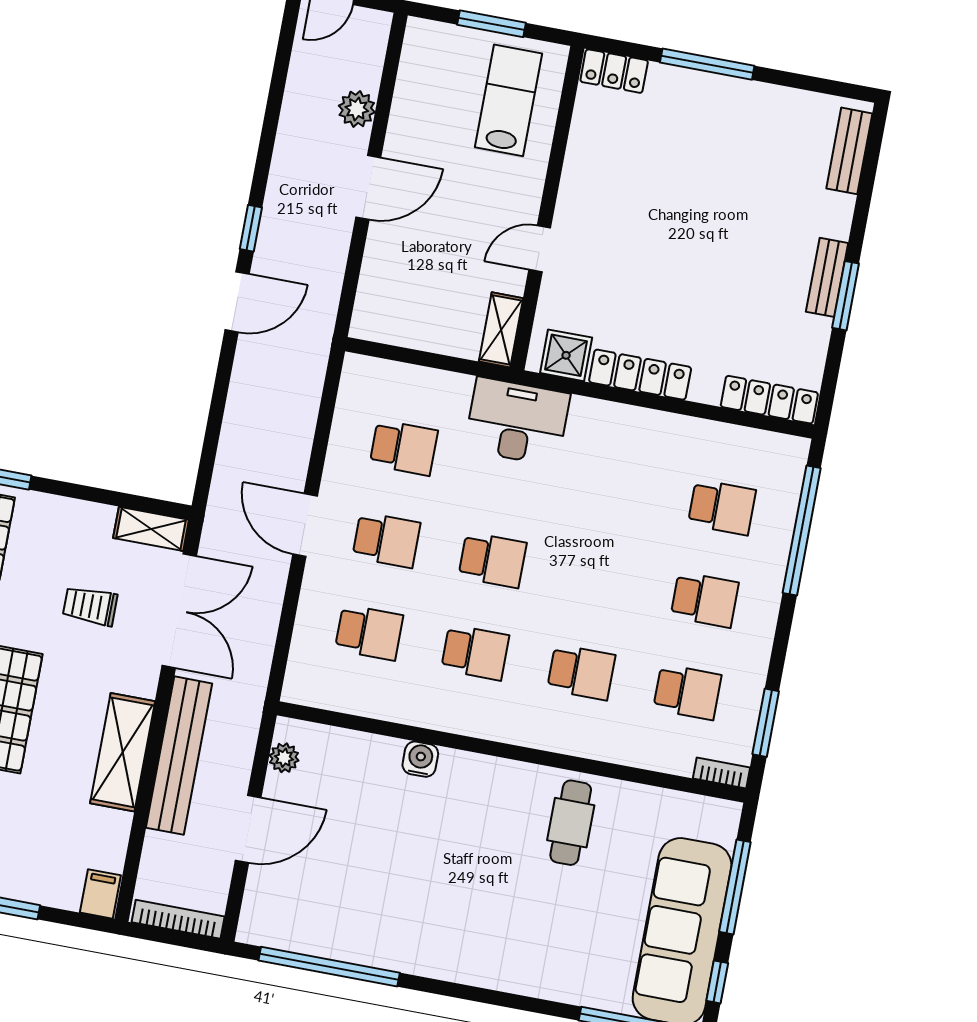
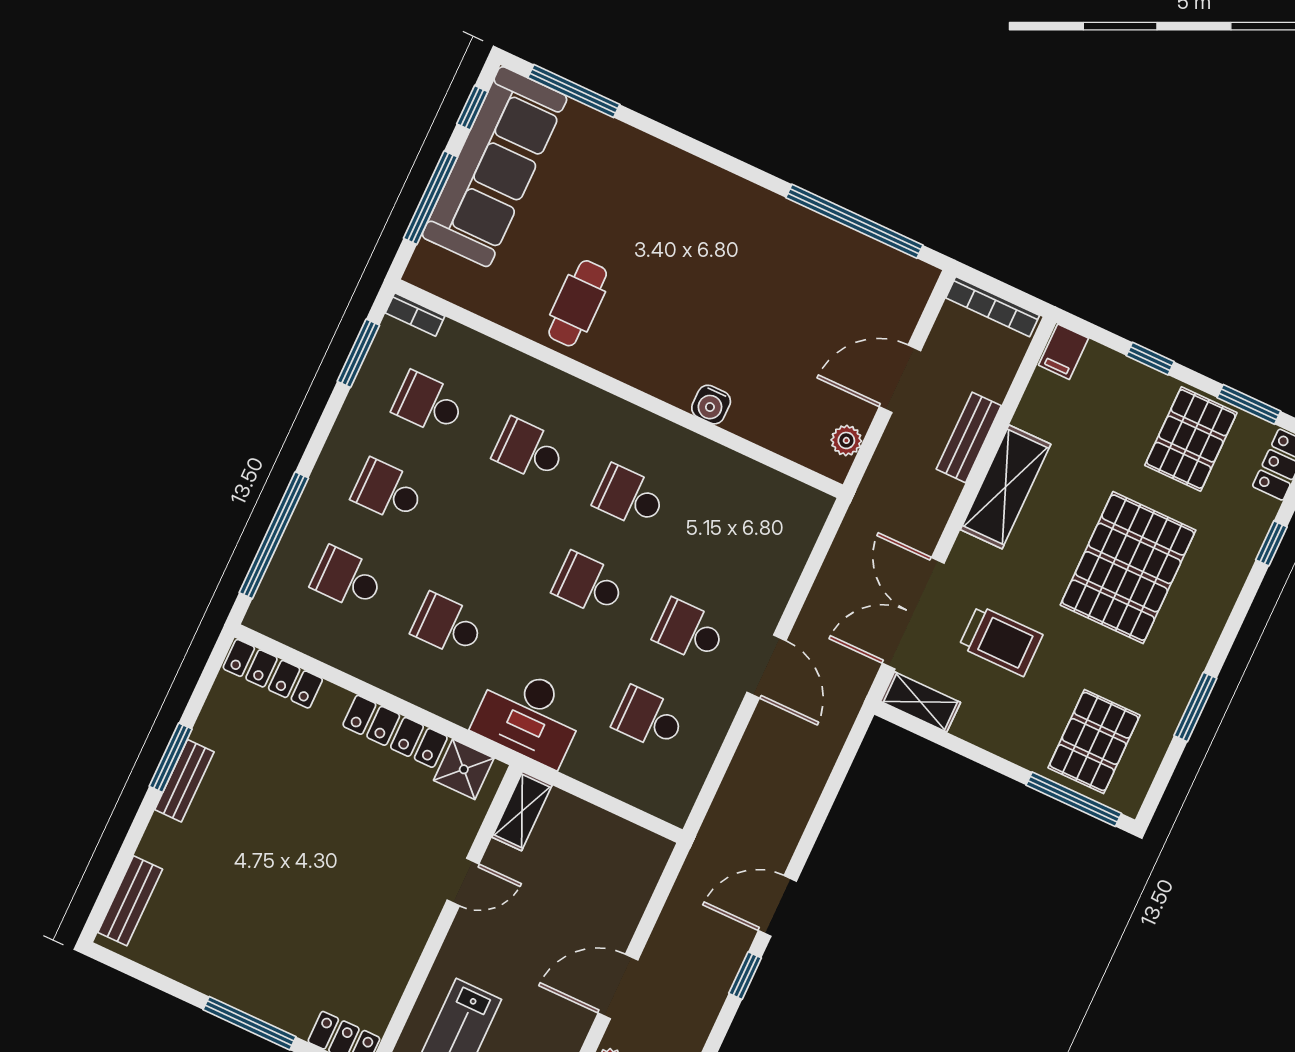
trolley: (90, 606) -> (1001, 641), width x1.36, depth x1.39
school desk: (369, 633) -> (448, 625), moved
bench: (179, 756) -> (969, 437), width x0.54, depth x0.82

